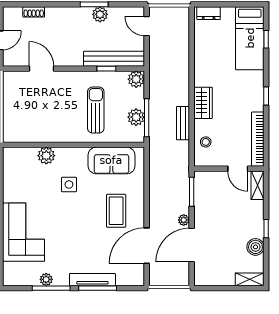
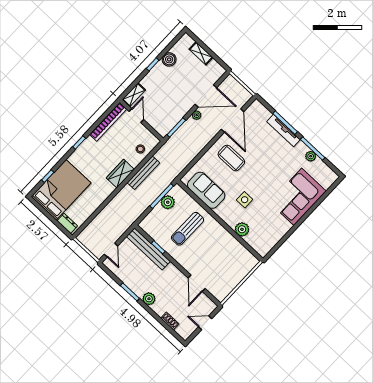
plant: (100, 14) -> (149, 299), moved
bed: (250, 38) -> (61, 190), width x1.50
plant: (136, 79) -> (147, 225), removed
bench: (183, 123) -> (143, 173), width x1.36
coffee table: (116, 211) -> (231, 158), turned 90
door: (147, 246) -> (233, 121), hinge flipped
shelving: (250, 279) -> (201, 53), moved

